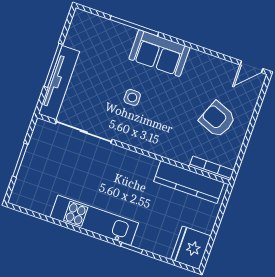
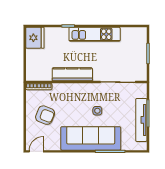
sofa: (159, 53) -> (91, 138), width x1.85, depth x1.27
tv unit: (59, 83) -> (141, 120), moved
kitchen counter: (189, 182) -> (72, 74), moved

